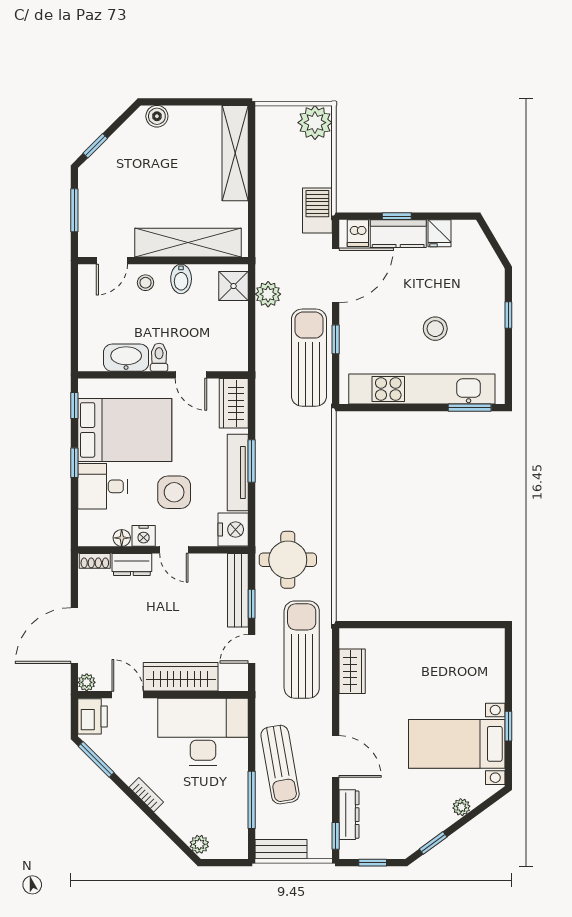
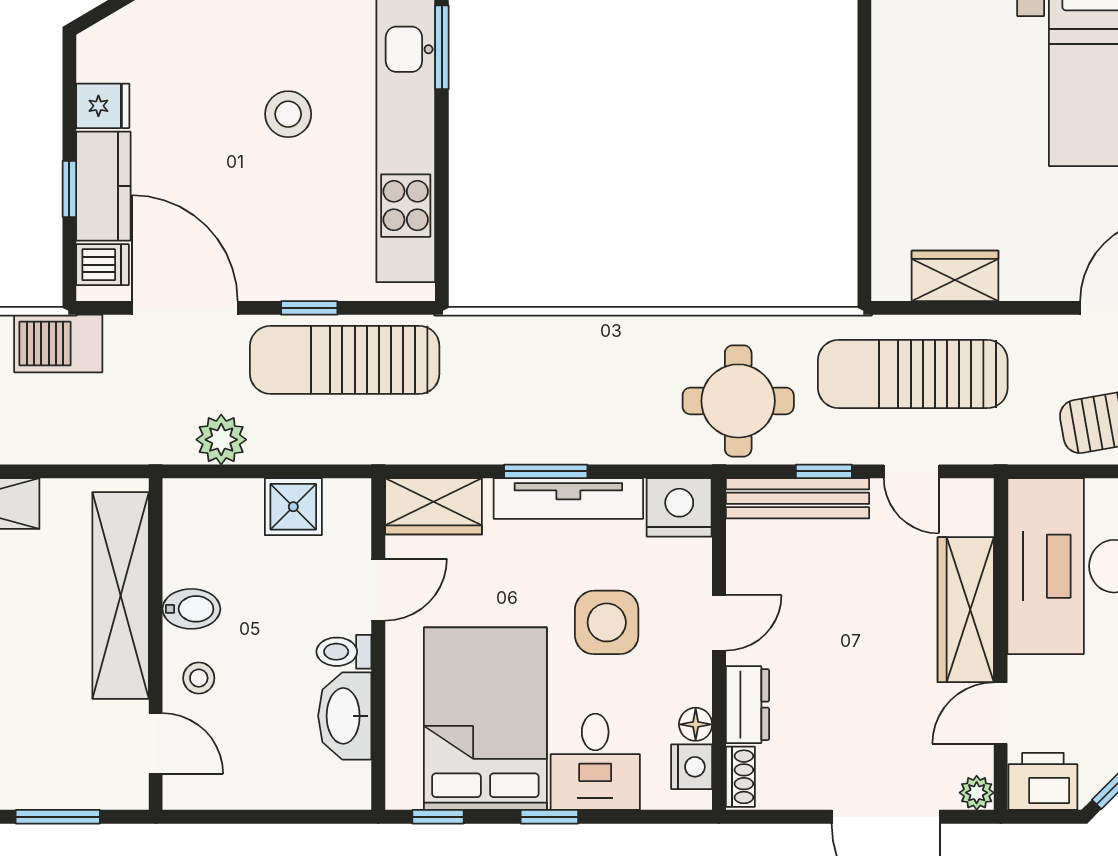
shower: (234, 286) -> (293, 507), moved
nightstand: (144, 536) -> (692, 767), moved

